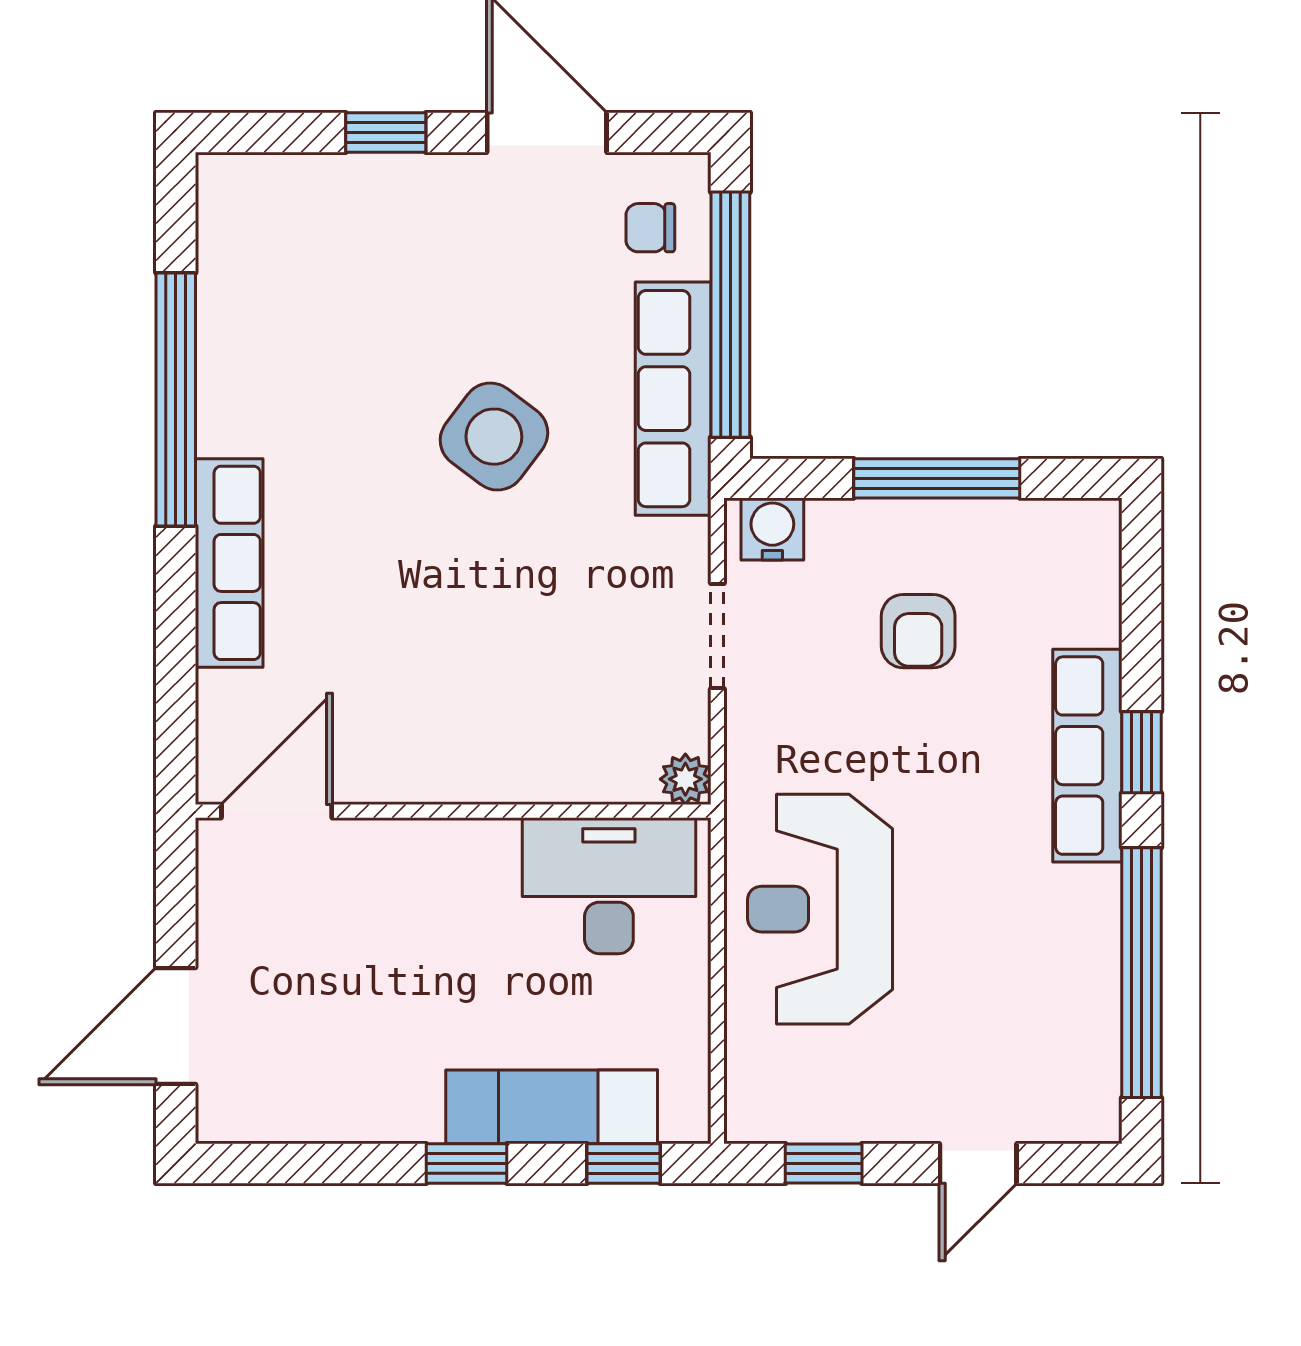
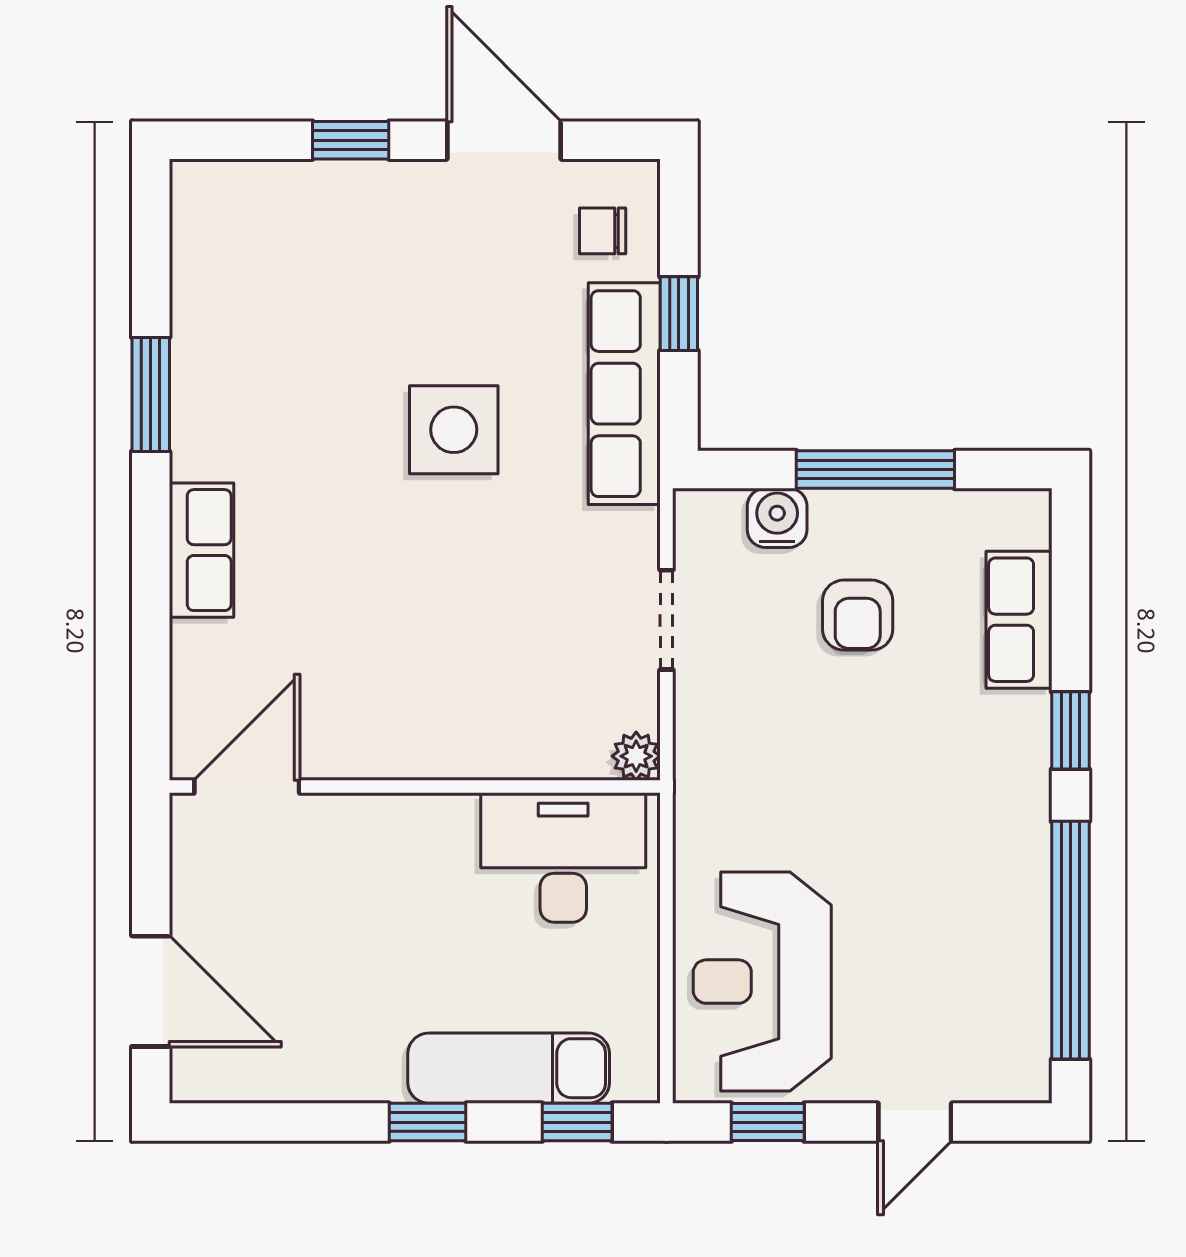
window: (730, 315) -> (679, 314), width x0.32
window: (176, 399) -> (151, 394), width x0.47
side table: (494, 437) -> (454, 430), turned -37
water cooler: (772, 529) -> (777, 518), moved
row of seats: (229, 563) -> (201, 550), width x0.68
row of seats: (1087, 756) -> (1019, 620), moved, width x0.68
reception desk: (820, 909) -> (762, 982), moved
door: (176, 1026) -> (151, 991), swing flipped

